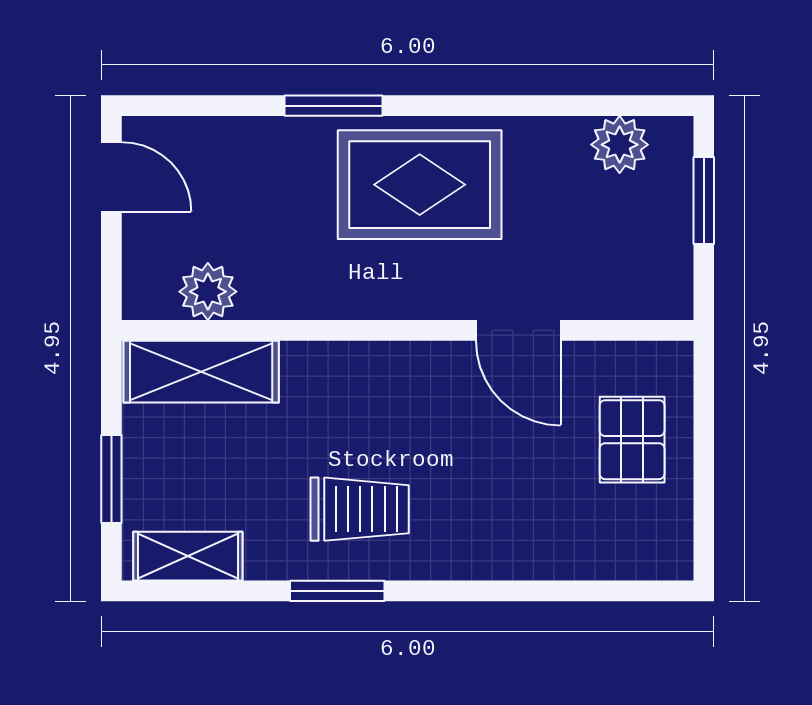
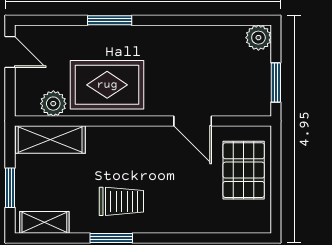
plant: (620, 145) -> (258, 38), moved
rug: (420, 185) -> (107, 85), moved
window: (704, 200) -> (276, 82), moved
pallet: (632, 440) -> (244, 170), width x1.50, depth x1.42

